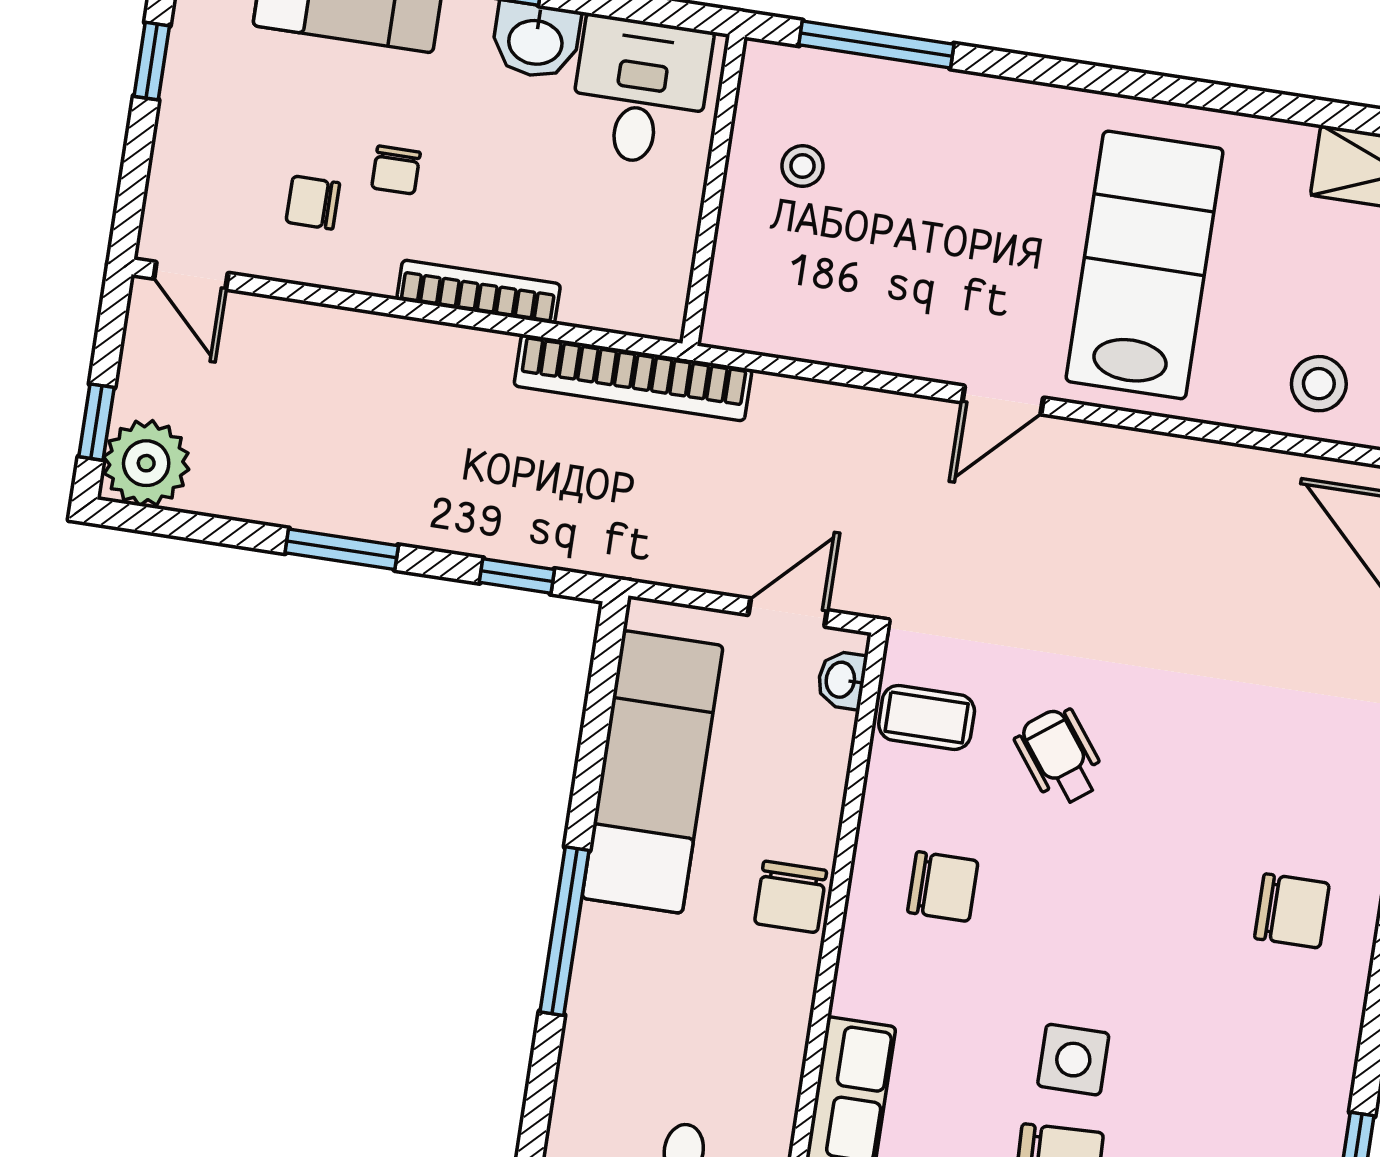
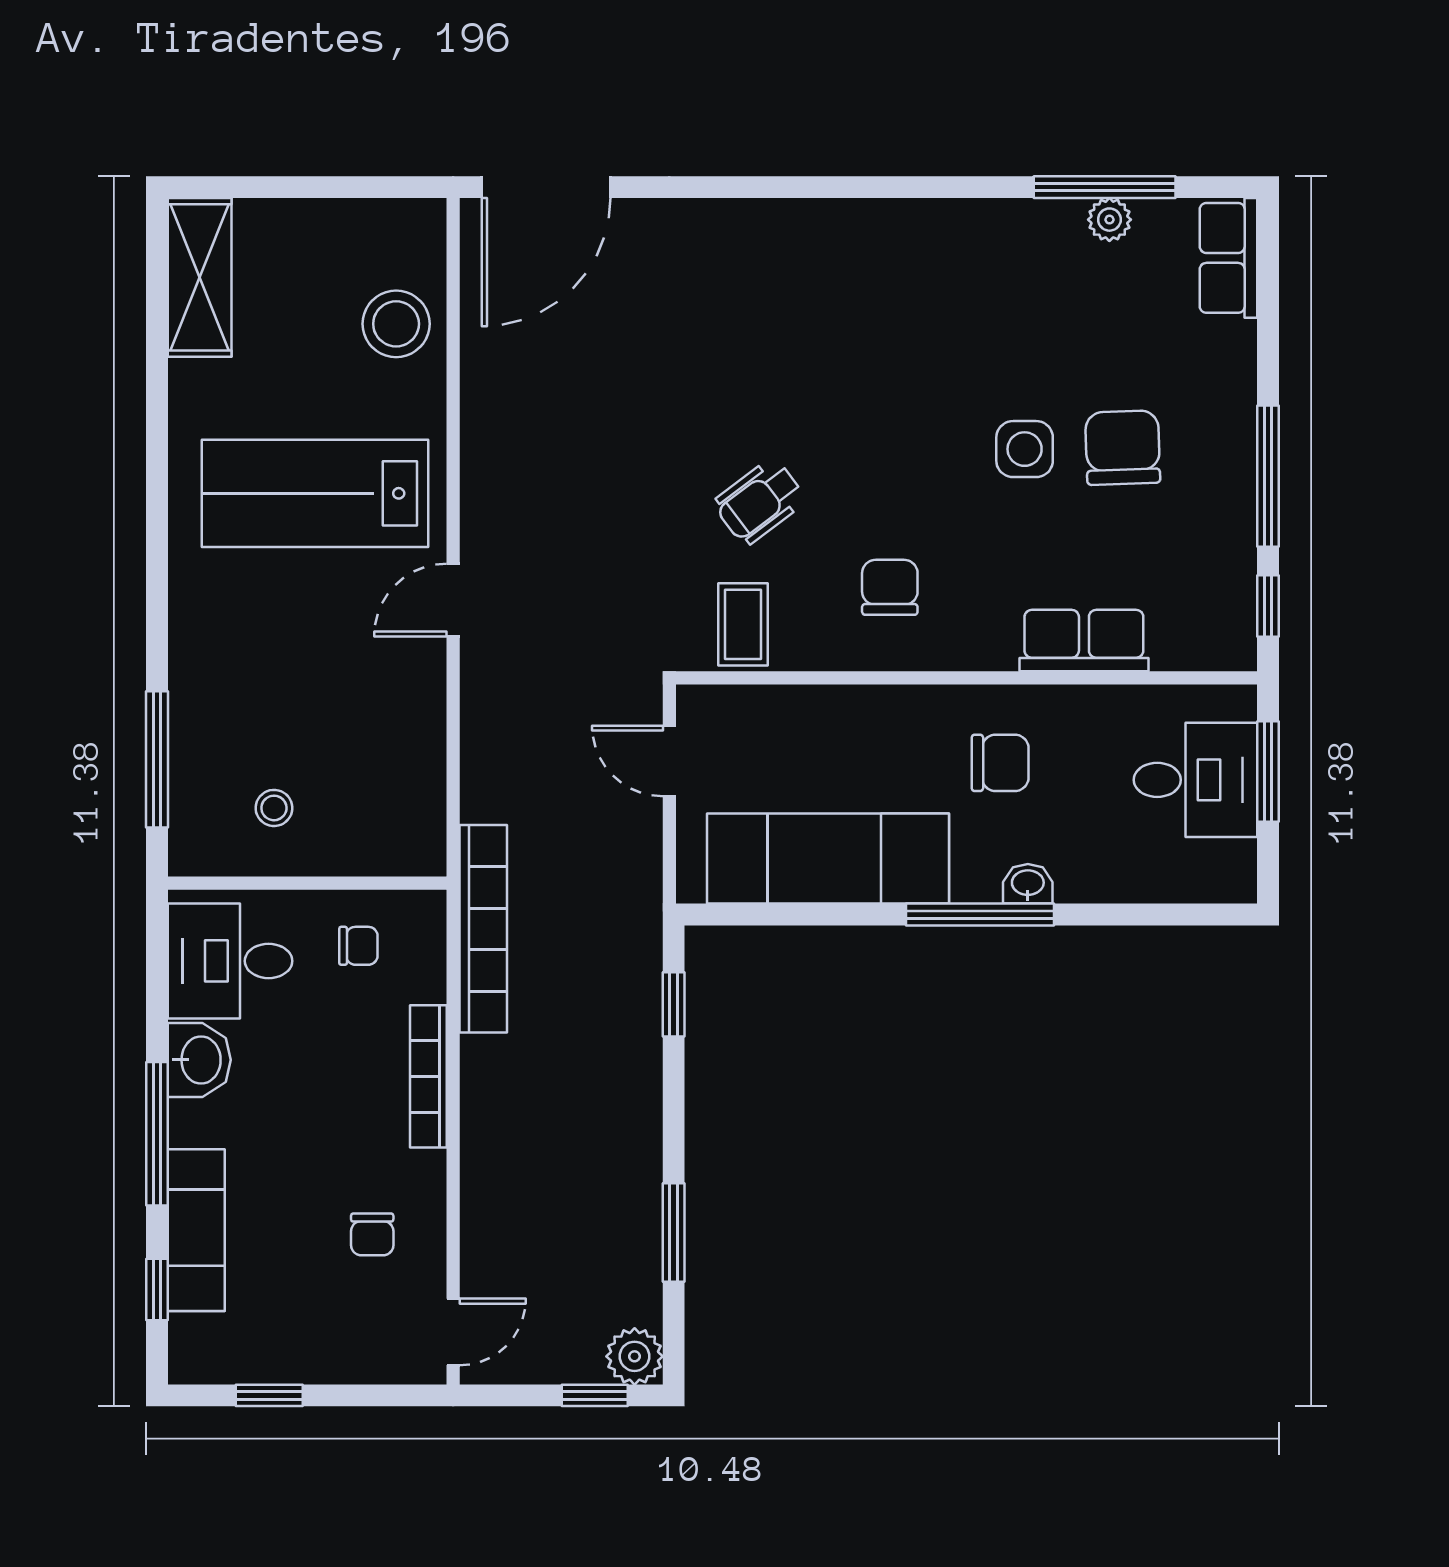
chair: (396, 170) -> (358, 946), moved
stool: (1319, 384) -> (396, 324), width x1.38, depth x1.38
door: (1003, 400) -> (453, 600), swing flipped
plant: (146, 463) -> (635, 1356), width x0.73, depth x0.73
window: (342, 549) -> (674, 1232), moved
washbasin: (842, 680) -> (1028, 884), moved, turned 180
chair: (791, 897) -> (1000, 763), moved
chair: (1292, 911) -> (864, 277), removed

